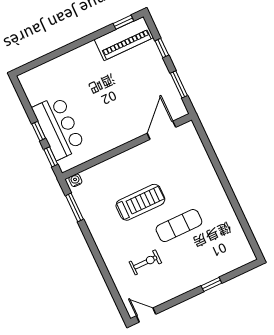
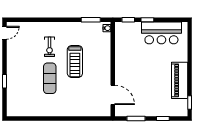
piano: (124, 39) -> (180, 80), moved
bar counter: (59, 127) -> (161, 33), moved
exercise bike: (145, 262) -> (50, 47), moved

